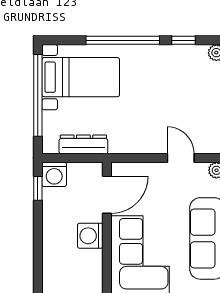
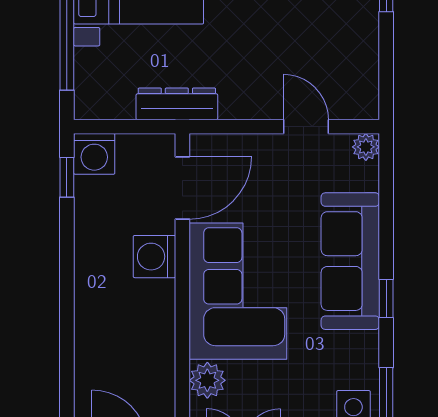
dresser: (83, 144) -> (177, 104), moved

